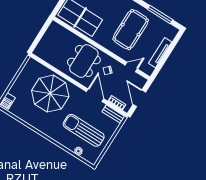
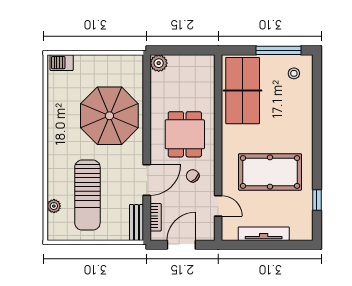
window: (160, 15) -> (317, 200), width x0.46
plant: (39, 51) -> (159, 63), added
dining table: (84, 61) -> (185, 134), width x0.73
sun lounger: (84, 130) -> (87, 195), turned 180

